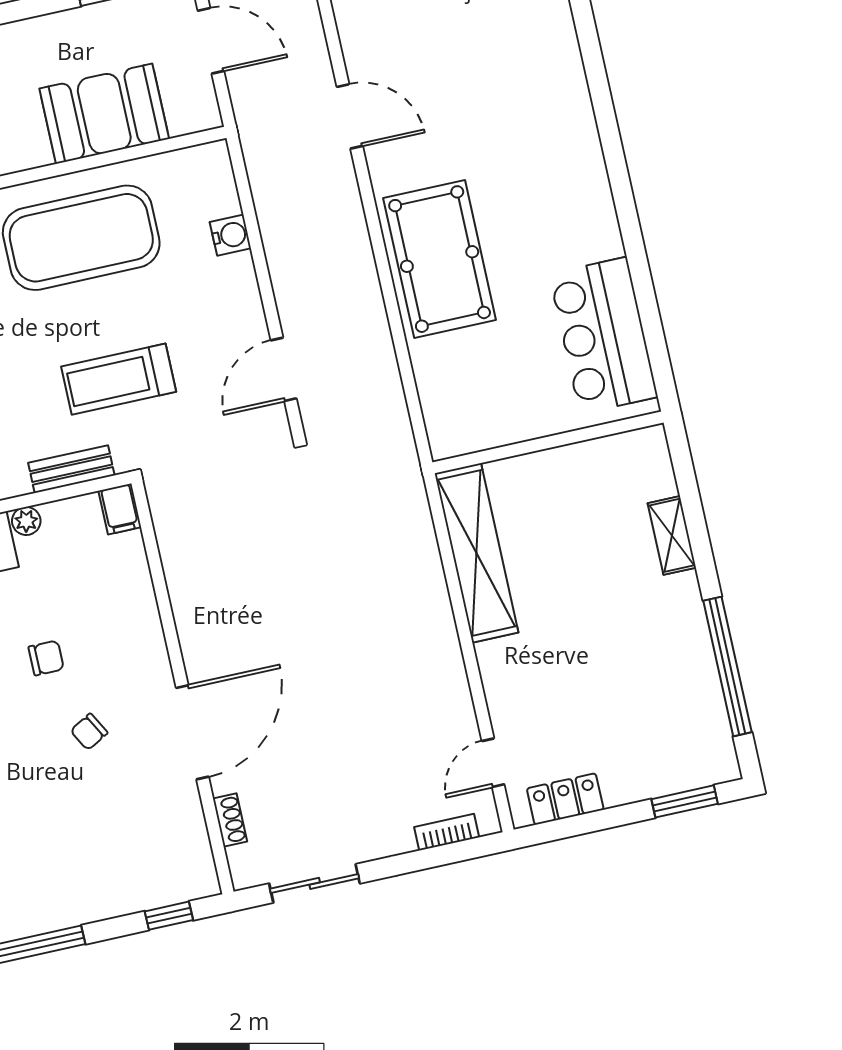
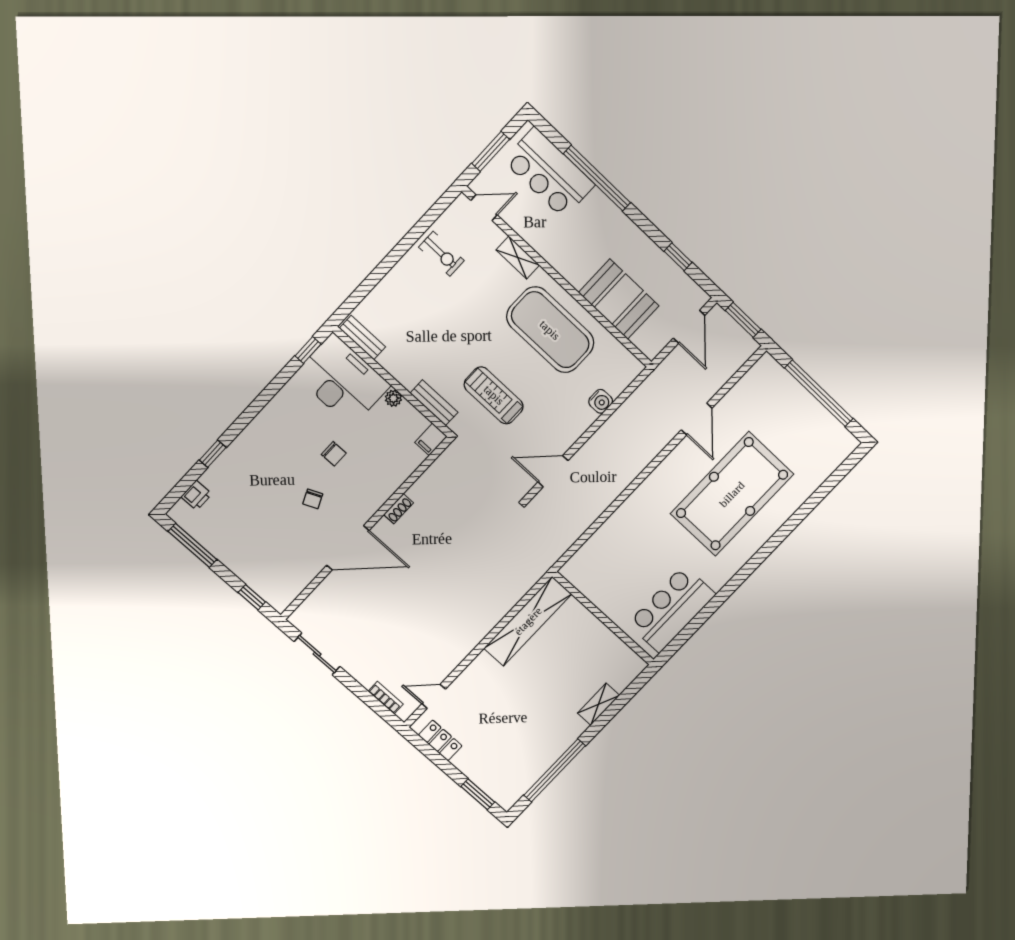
pool table: (440, 259) -> (732, 494), moved, width x1.36, depth x1.32
chair: (89, 732) -> (313, 499), turned -85
shoe rack: (230, 820) -> (398, 509), moved

